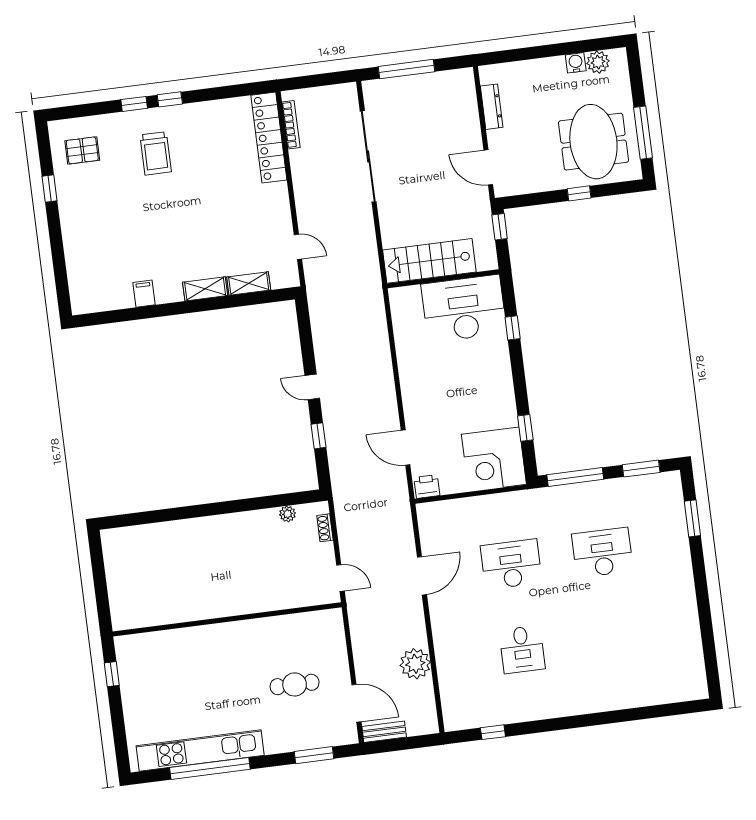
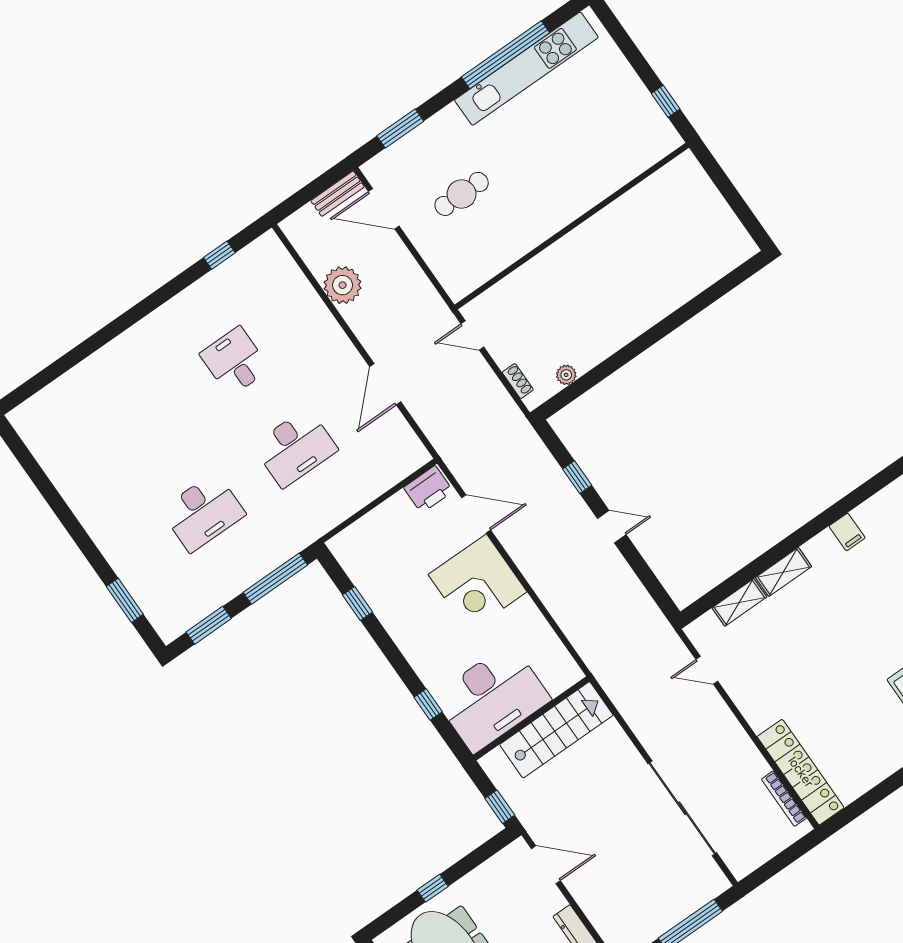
corner desk: (494, 459) -> (478, 583), moved, turned 180
printer: (427, 487) -> (428, 489), width x1.36, depth x1.24

